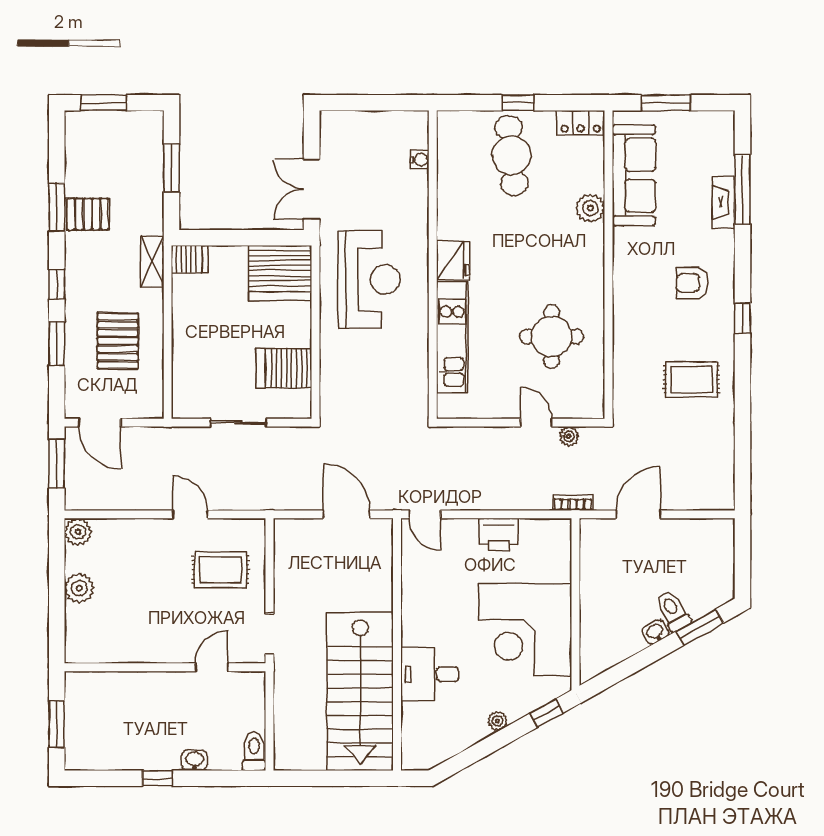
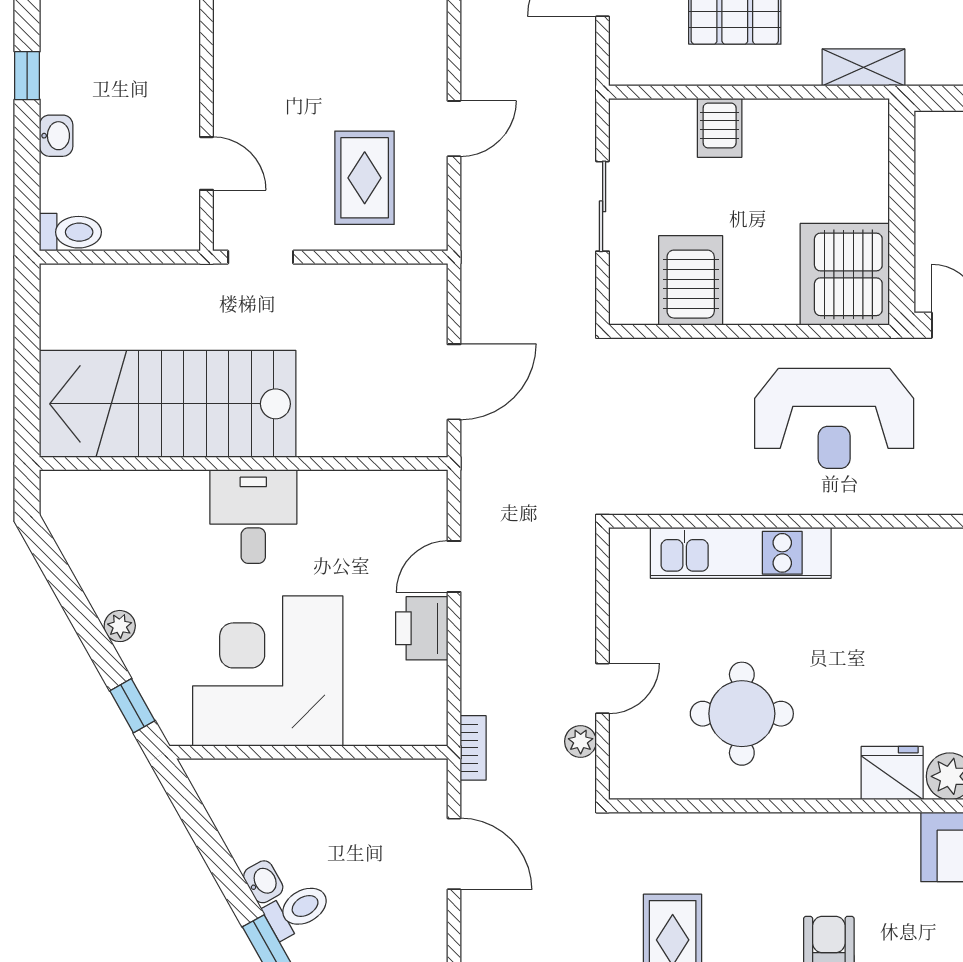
server rack: (190, 259) -> (720, 128), moved
fridge: (453, 260) -> (892, 773), moved, turned 180
door: (425, 514) -> (454, 566), moved
desk: (430, 674) -> (253, 517), moved

